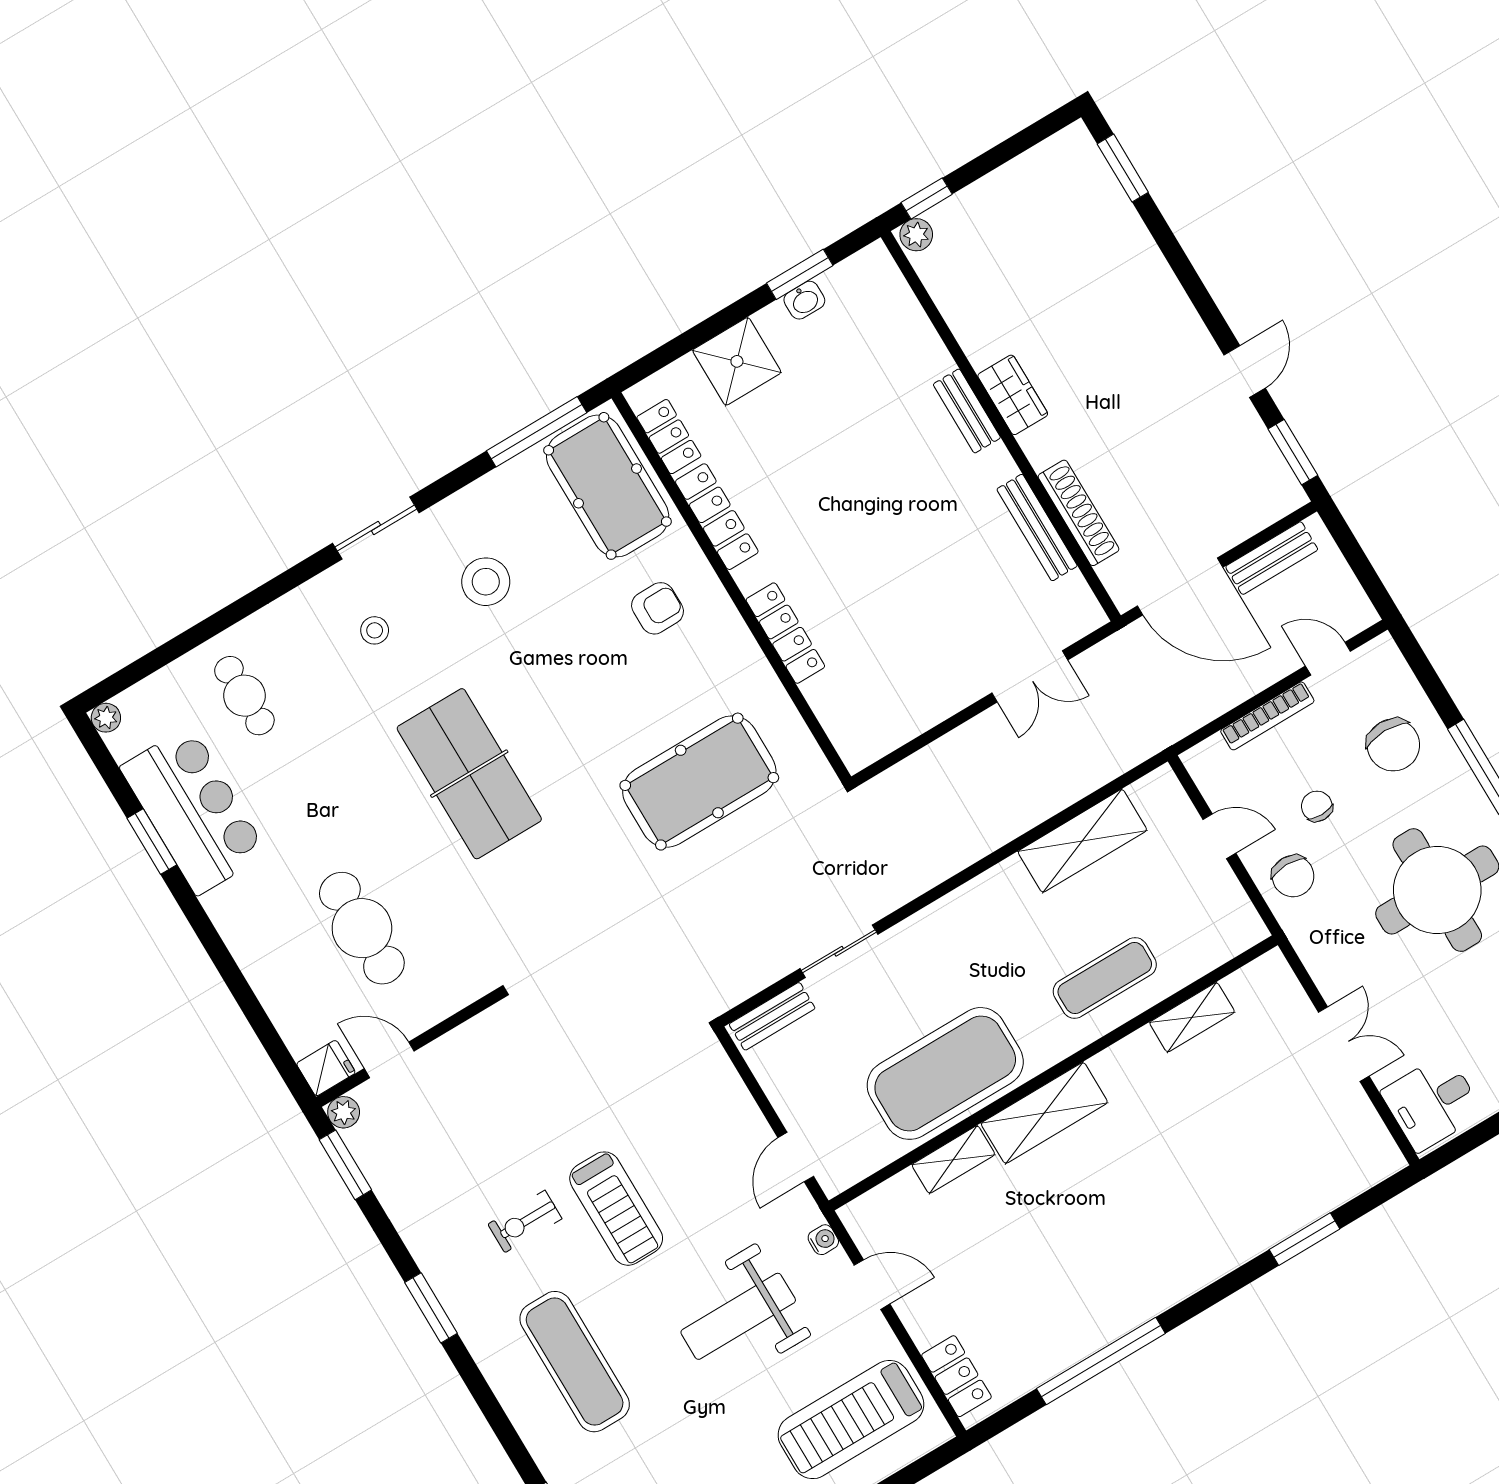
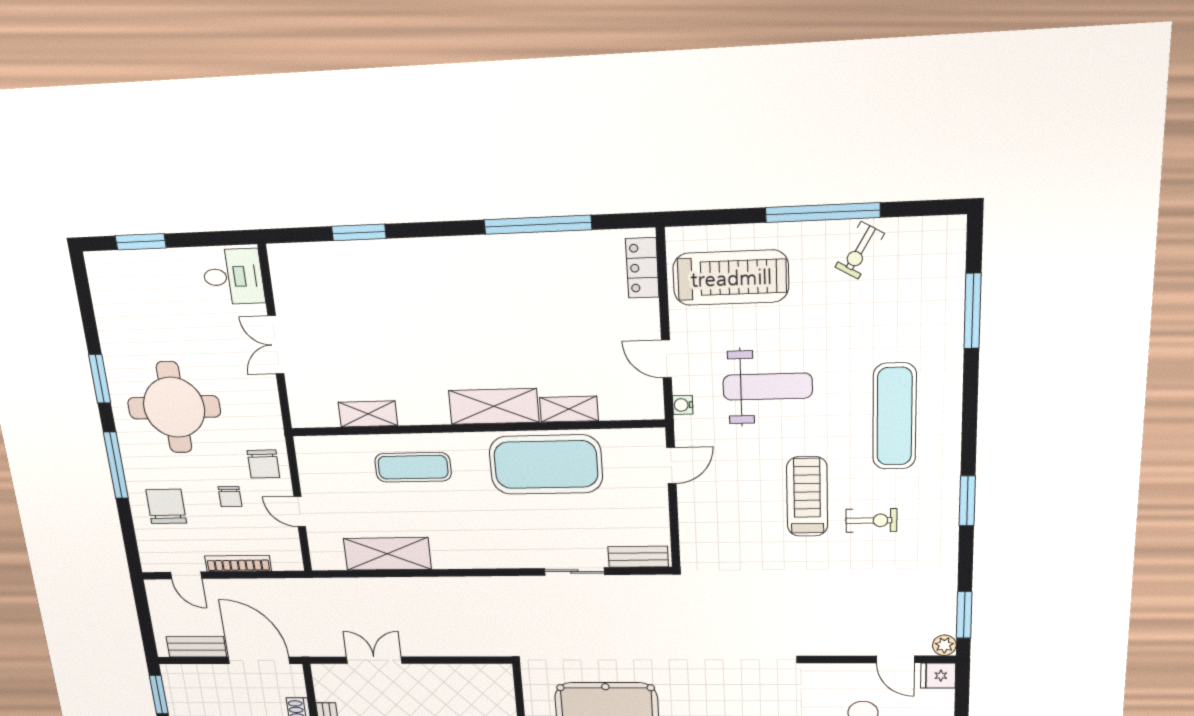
chair: (1293, 876) -> (263, 464), turned 180

